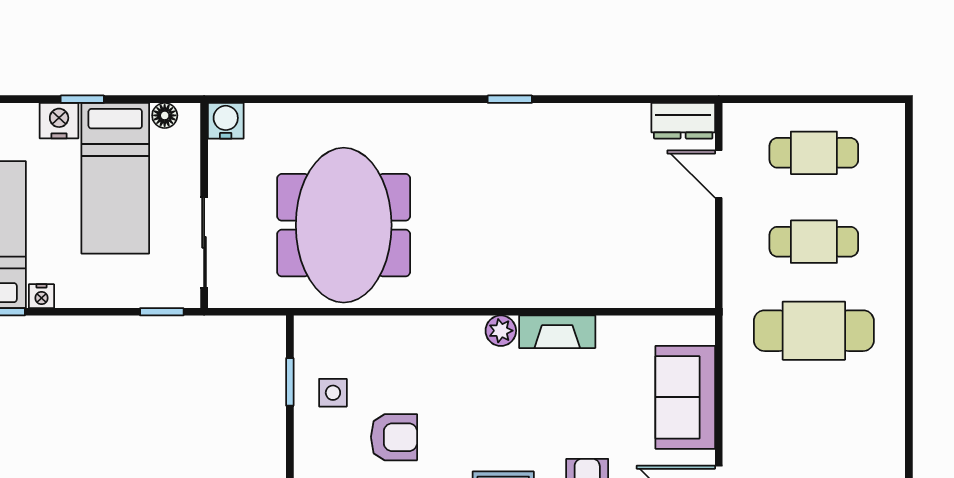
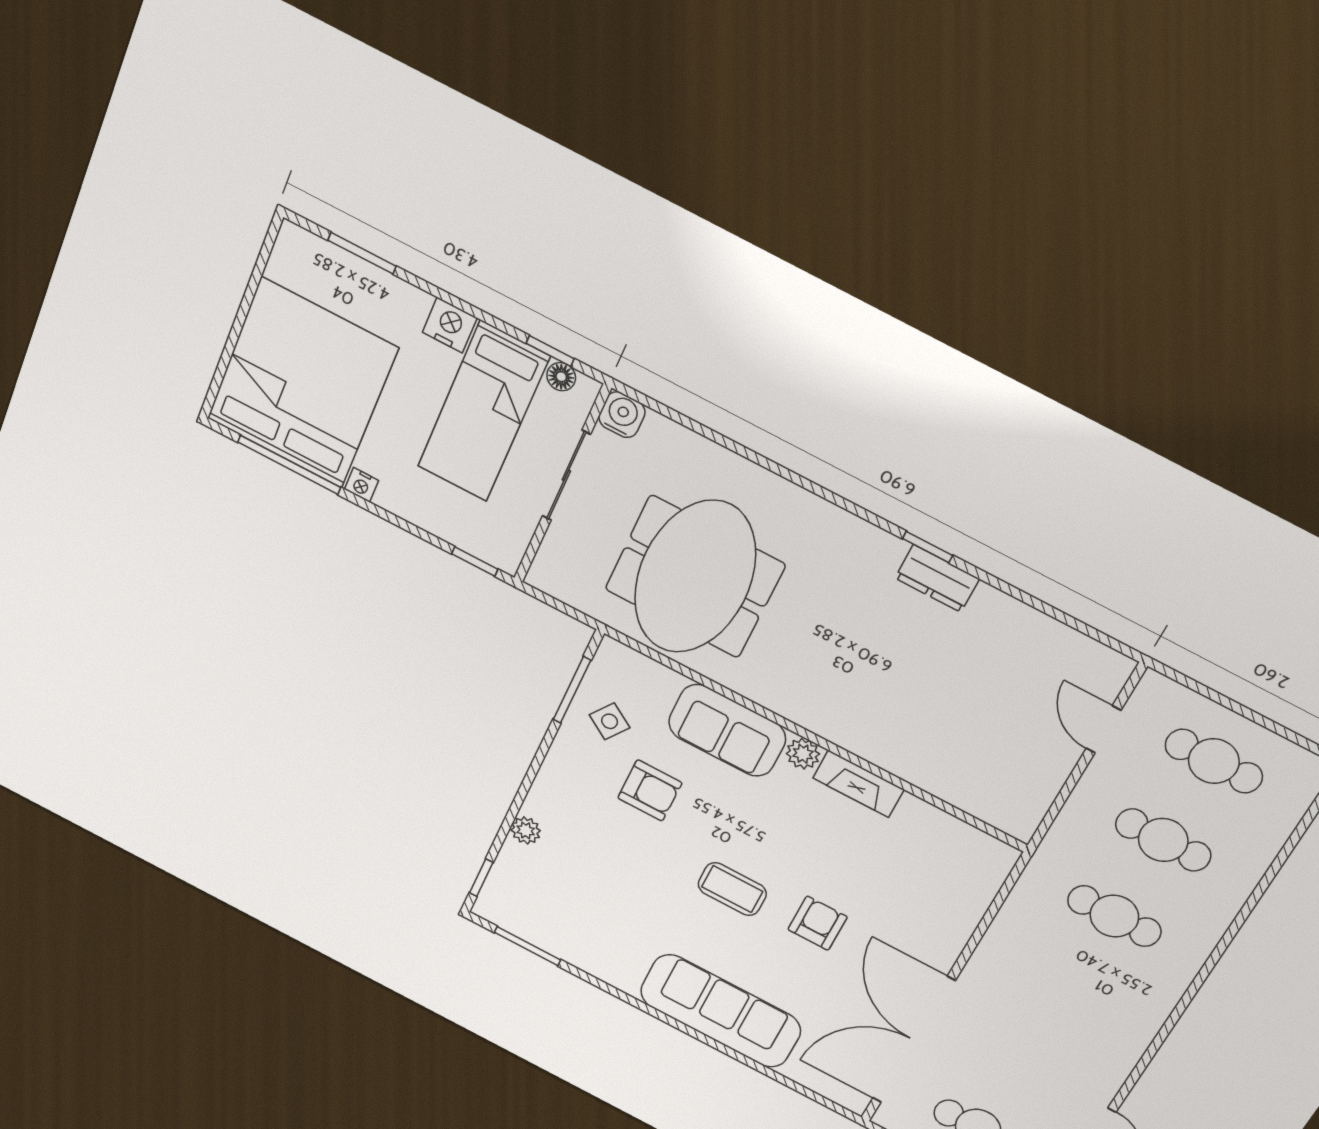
window: (82, 99) -> (550, 351), moved
dresser: (683, 121) -> (937, 579), moved
sliding door: (204, 242) -> (566, 475), moved
cafe table: (814, 331) -> (1114, 916), width x0.73, depth x0.74
window: (290, 382) -> (572, 690), width x1.50
side table: (333, 393) -> (610, 721), turned 34
sofa: (685, 397) -> (727, 730), moved, turned -90

